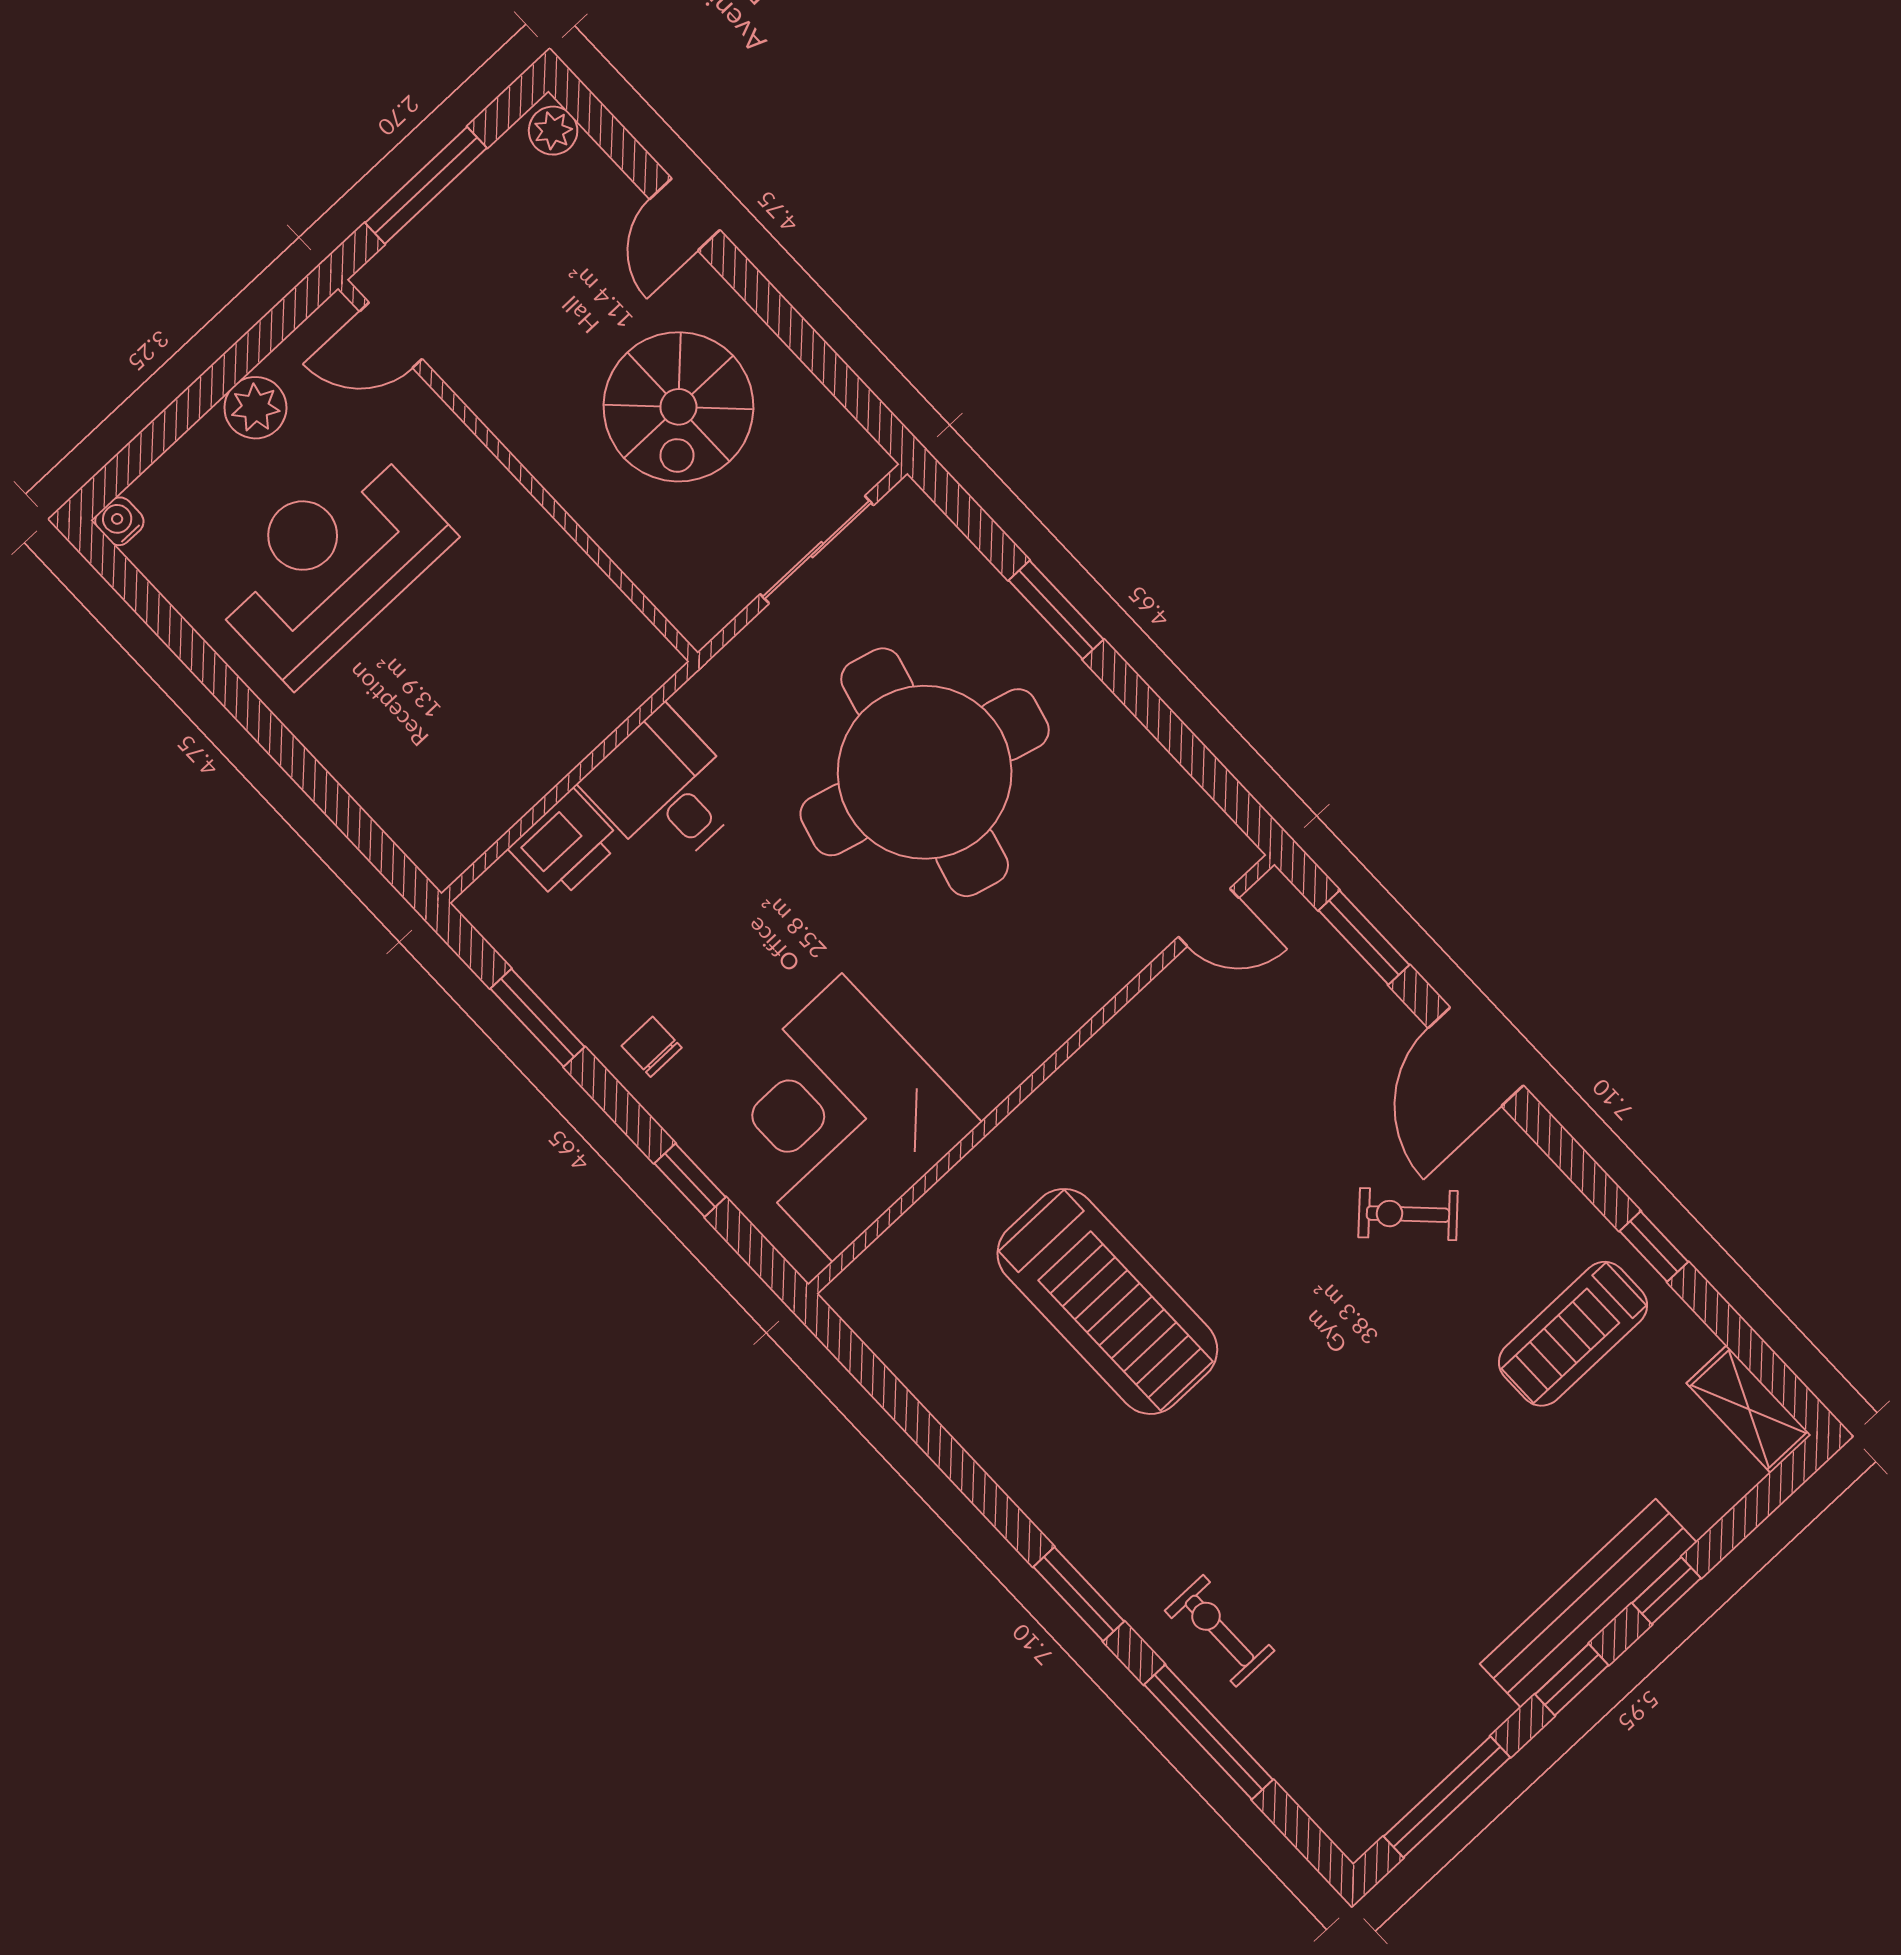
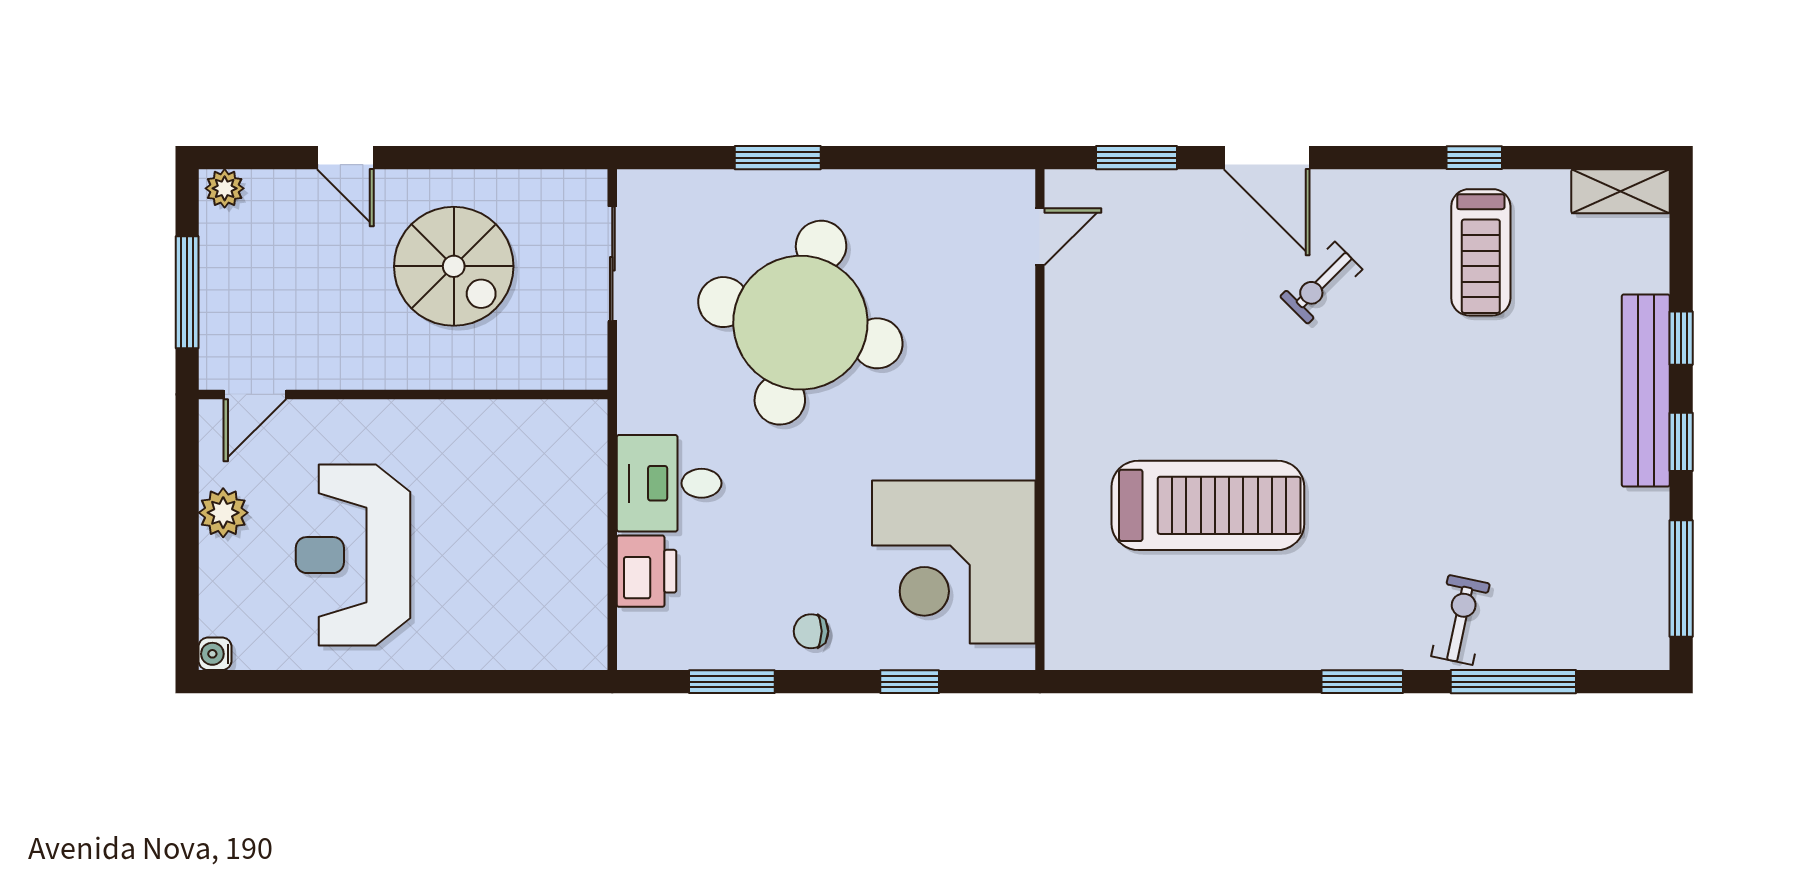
exercise bike: (1220, 1631) -> (1461, 620), turned 102

